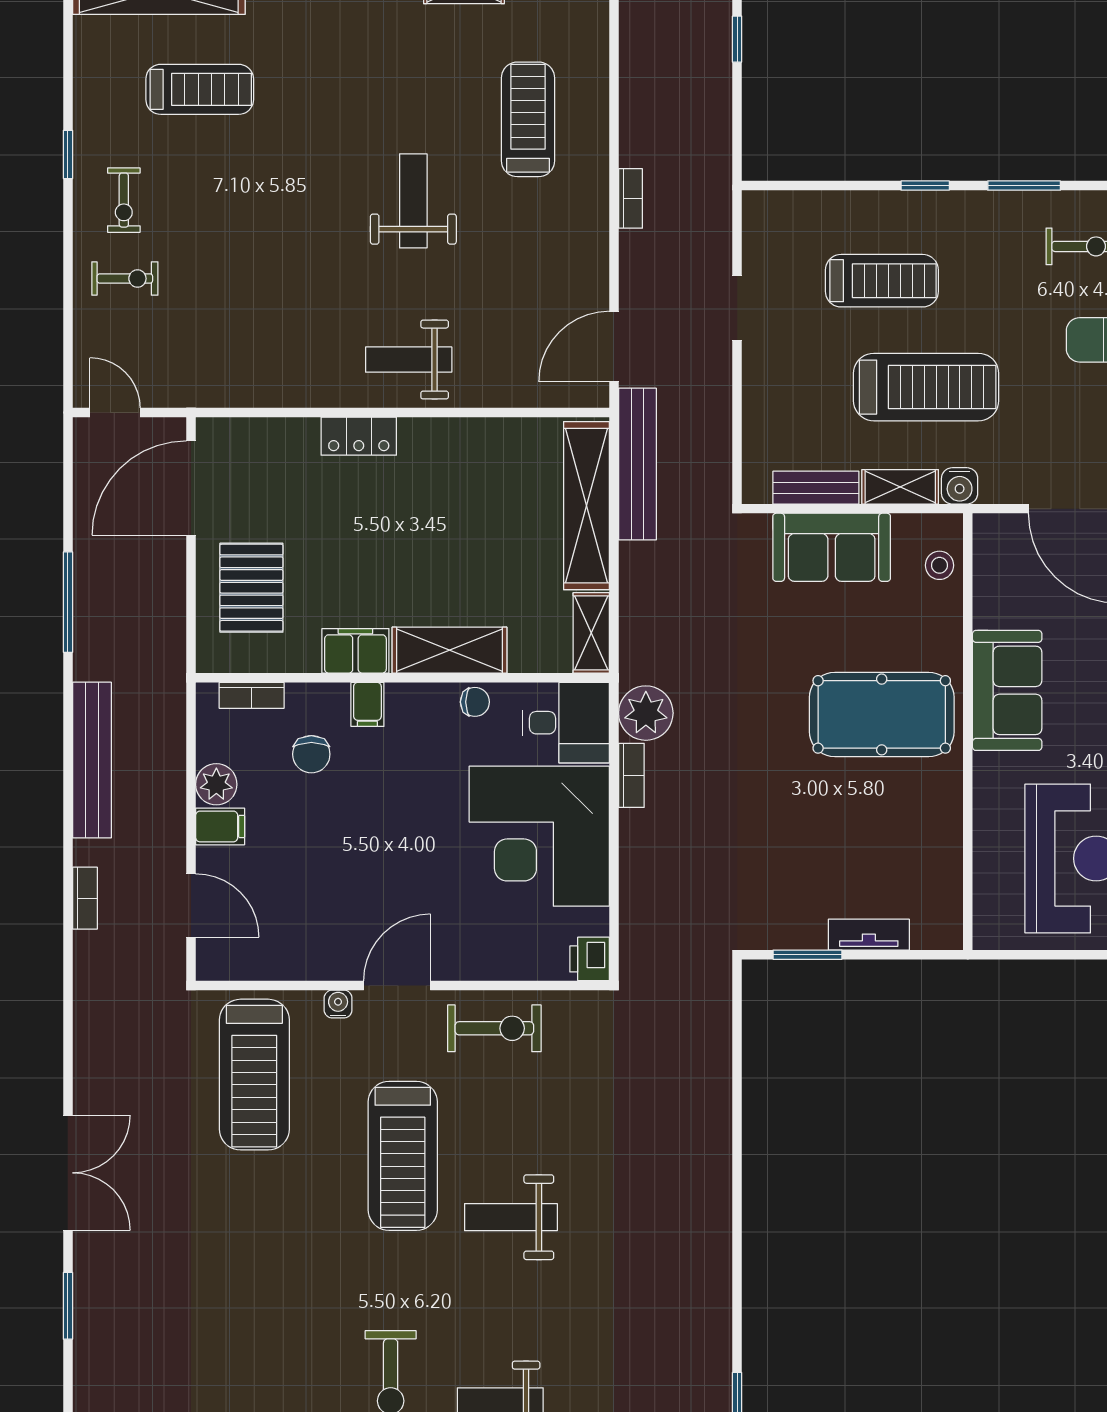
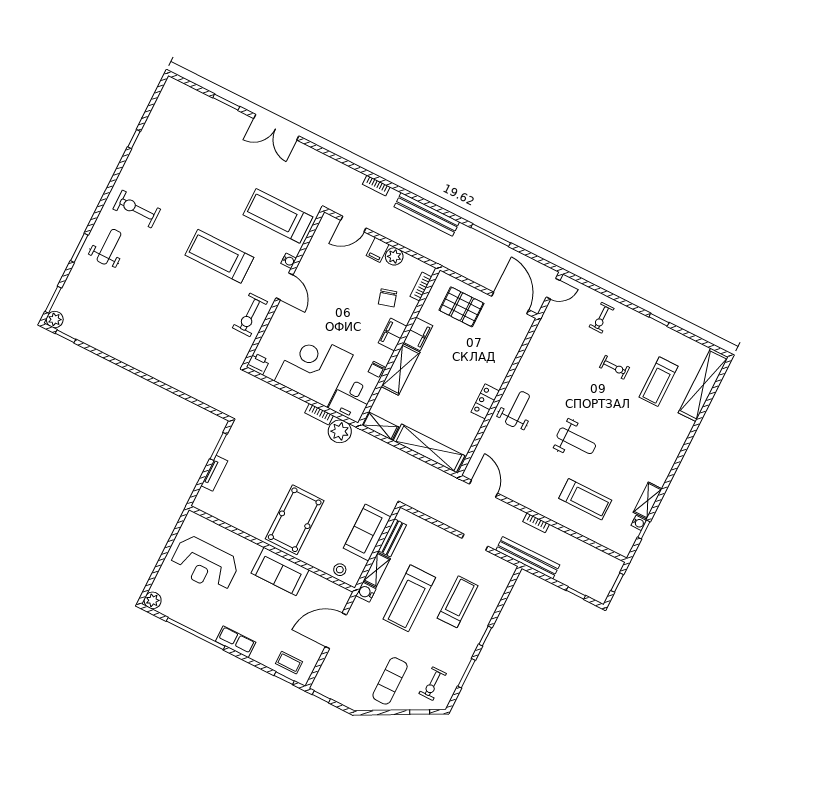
exercise bike: (124, 200) -> (615, 367), moved, turned 180
treadmill: (882, 281) -> (458, 602), turned 180
locker: (359, 436) -> (485, 401), moved
bench: (637, 464) -> (528, 558), moved
filing cabinet: (367, 704) -> (393, 335), width x2.00
chair: (311, 754) -> (388, 298), turned -106
weight bench: (511, 1217) -> (176, 285), removed

